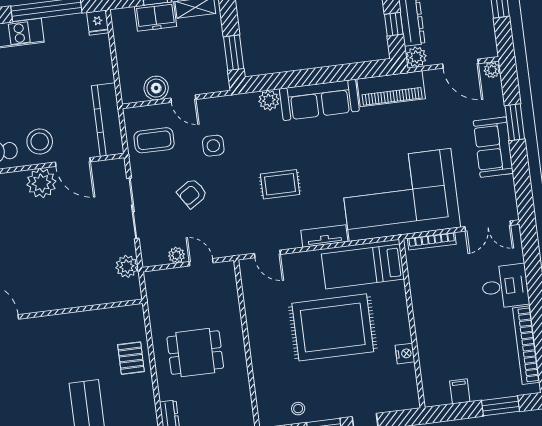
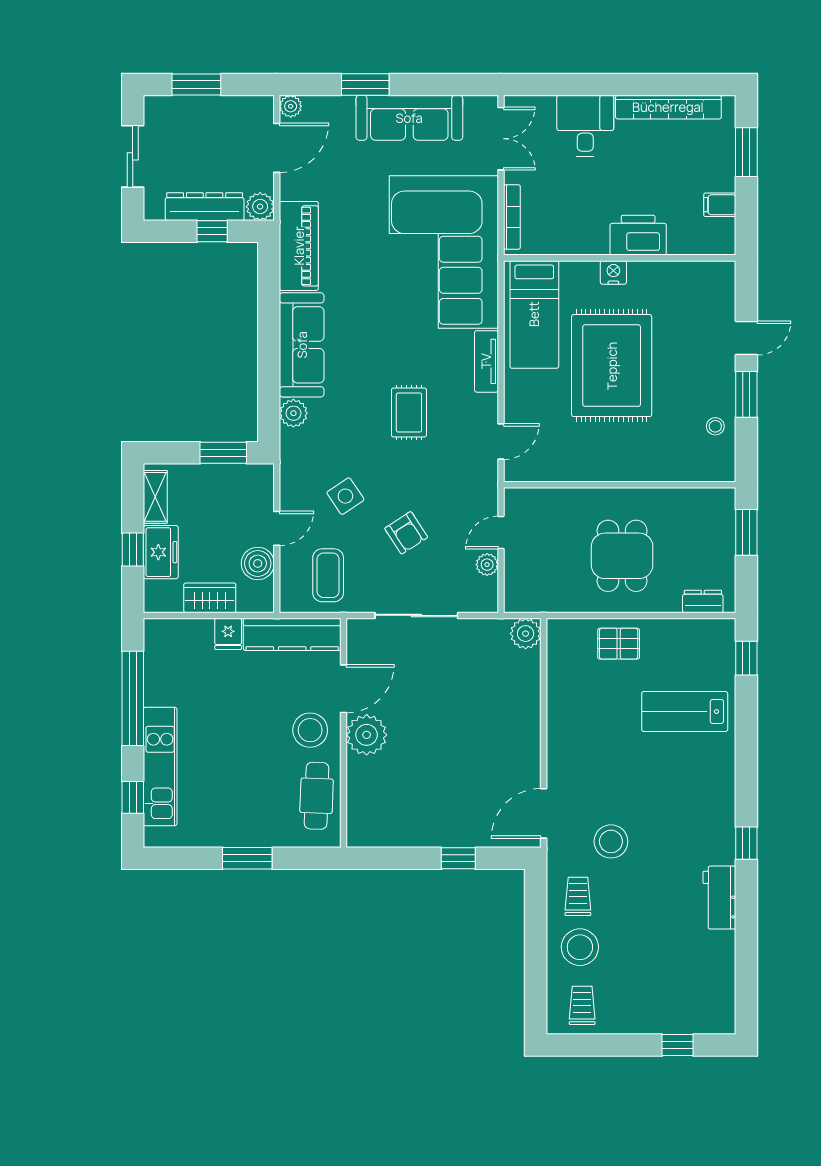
fridge: (98, 23) -> (228, 634), moved, turned 90
wardrobe: (127, 56) -> (210, 598), added
side table: (213, 146) -> (345, 496), turned -34
sofa: (493, 147) -> (409, 118), width x1.36
plant: (127, 266) -> (526, 634), moved
printer: (430, 335) -> (638, 235), added
nightstand: (405, 354) -> (613, 272), moved

